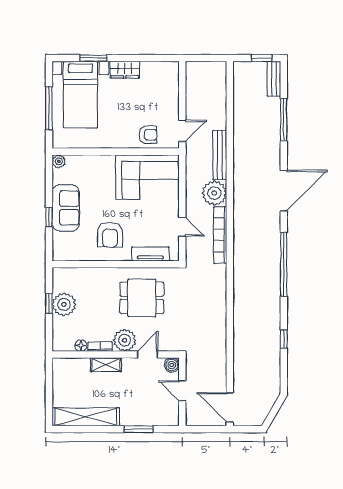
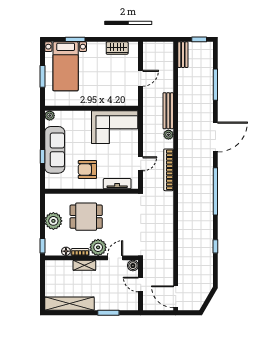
wardrobe: (125, 70) -> (117, 48), moved
bench: (274, 79) -> (183, 55), moved
window: (49, 108) -> (42, 76), width x0.69
door: (182, 131) -> (141, 78), moved
armchair: (148, 135) -> (116, 96), removed
plant: (214, 193) -> (168, 135), width x0.53, depth x0.53
sofa: (66, 208) -> (55, 150), width x1.36
door: (182, 227) -> (141, 164), hinge flipped
armchair: (110, 235) -> (87, 169), turned 90
dining table: (142, 298) -> (86, 217), moved
window: (49, 303) -> (42, 246), moved

